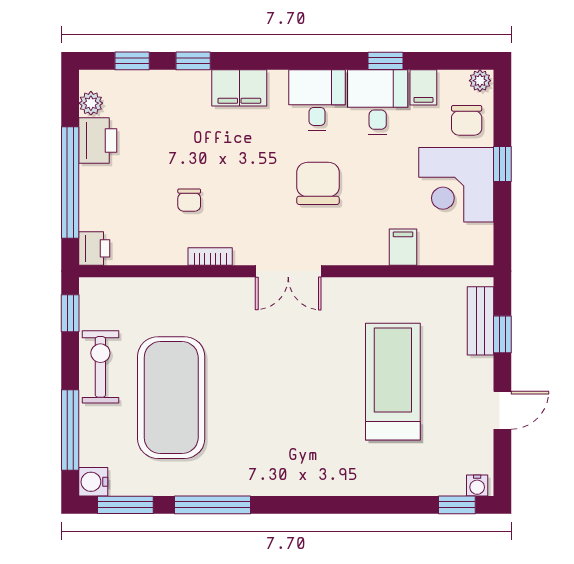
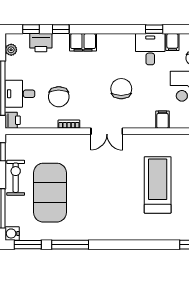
desk: (317, 100) -> (20, 94), moved, turned -90
printer: (98, 140) -> (41, 43), moved, turned 90
chair: (189, 200) -> (59, 97), width x1.87, depth x1.87

